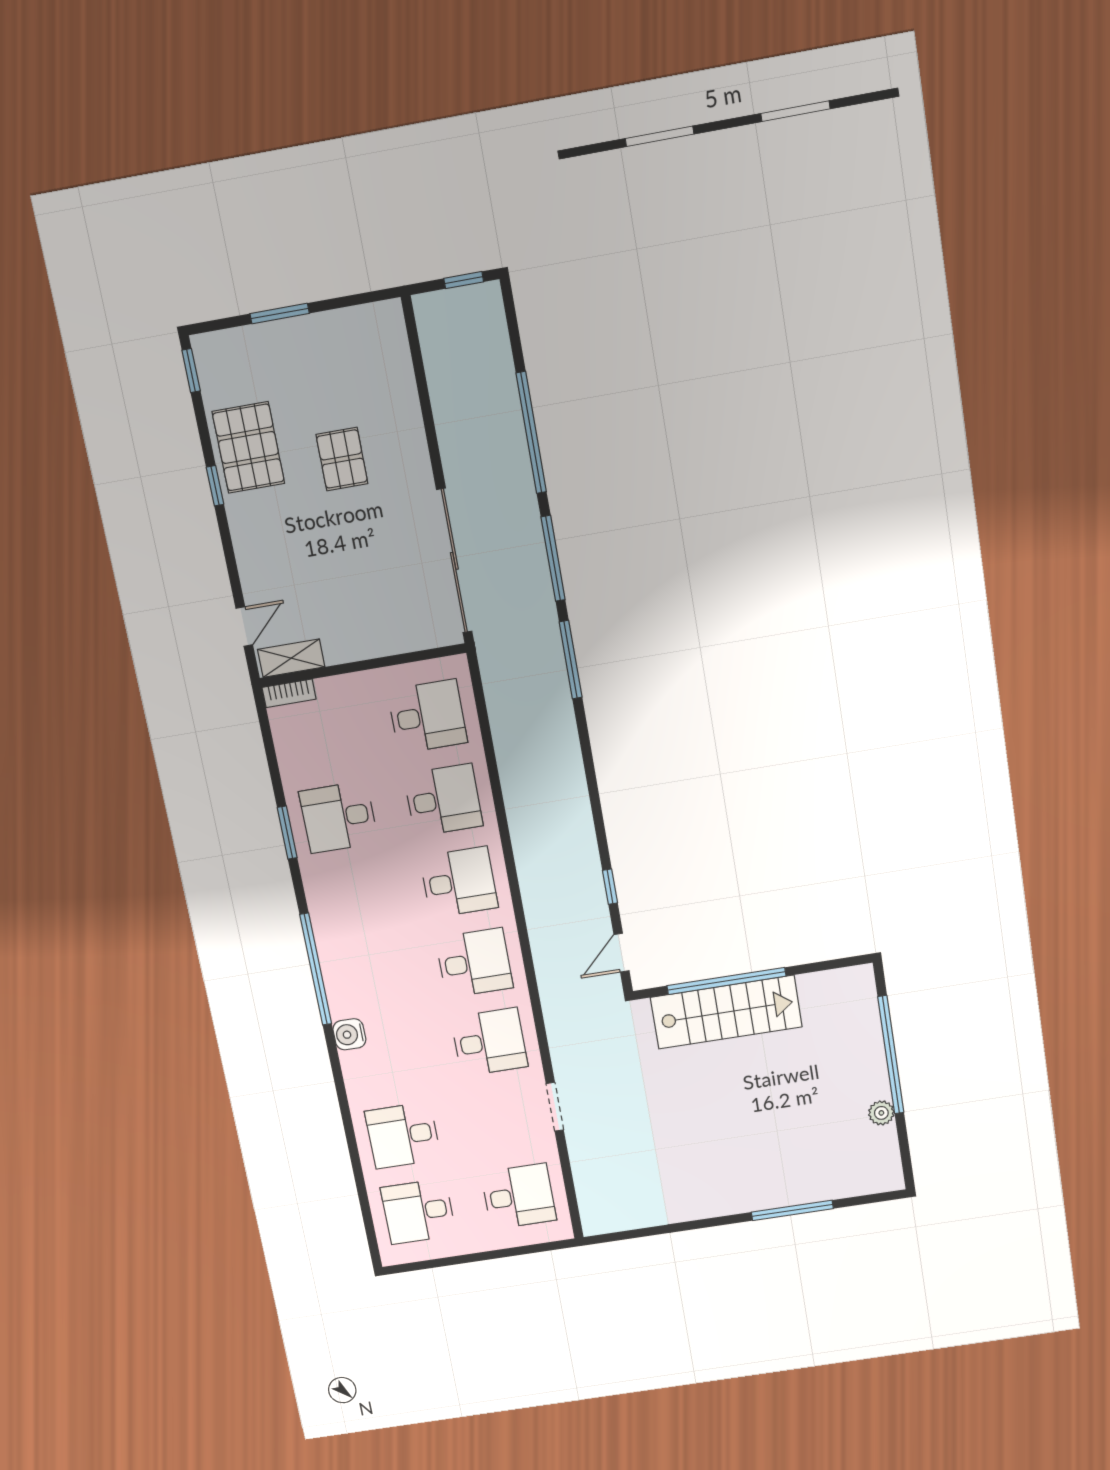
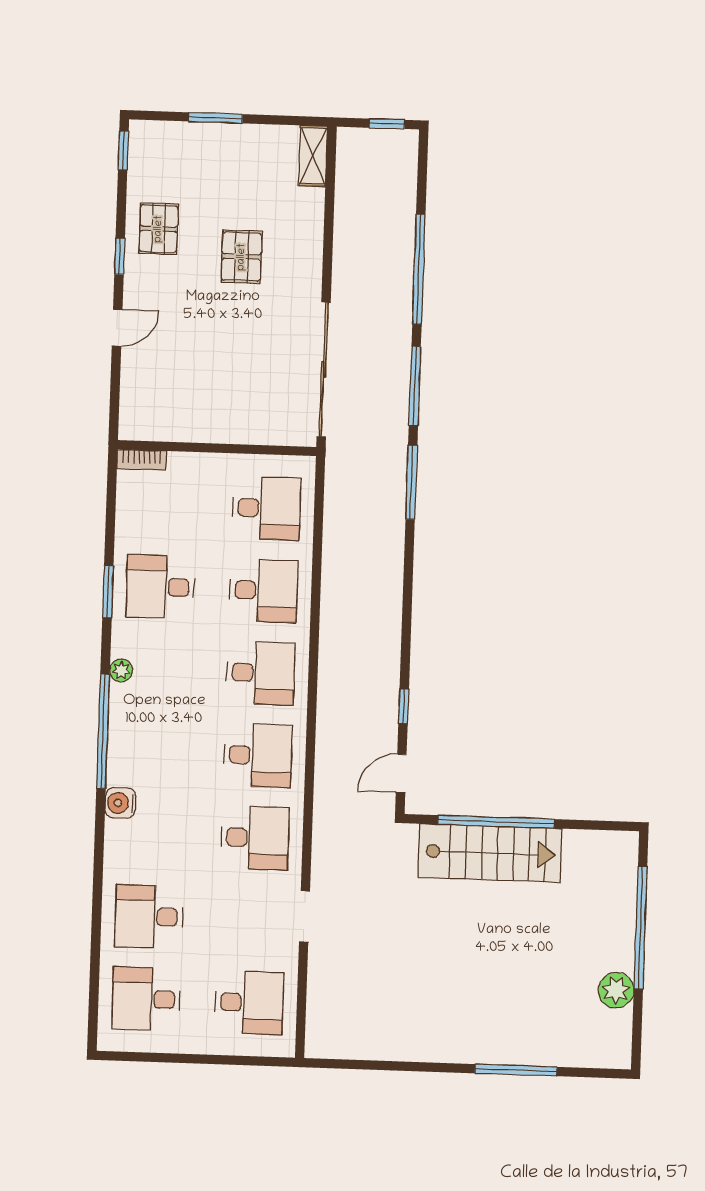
pallet: (248, 447) -> (159, 229), width x0.67, depth x0.71
door: (244, 627) -> (117, 328), moved
shelving: (291, 658) -> (313, 156), moved, turned 90
plant: (319, 907) -> (121, 670), added
plant: (881, 1113) -> (616, 990), width x1.38, depth x1.38

